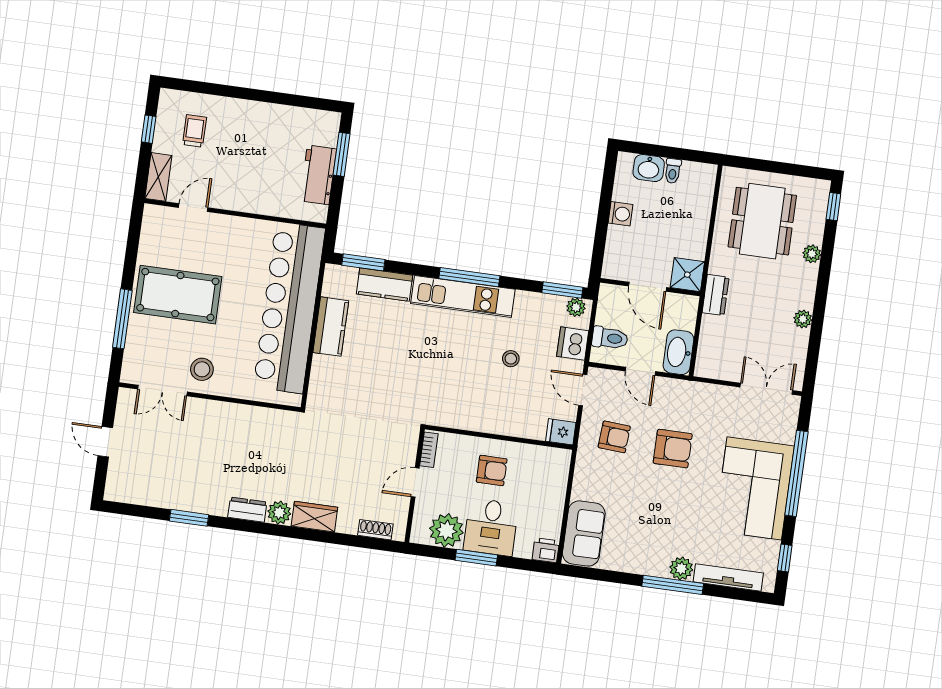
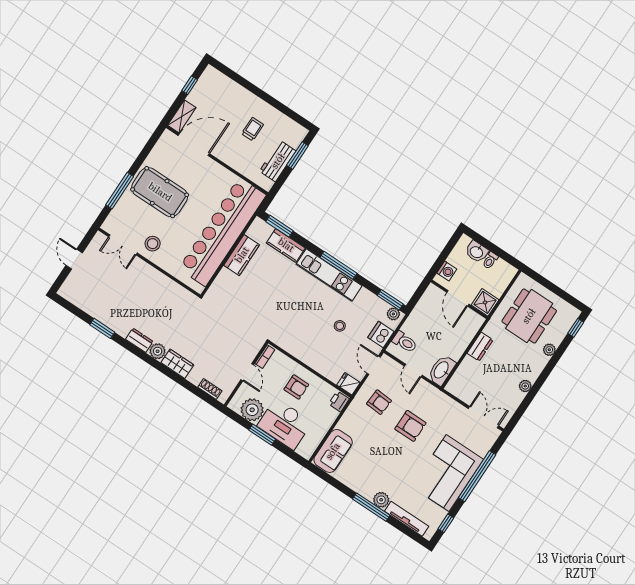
trolley: (194, 131) -> (253, 129), moved
door: (193, 208) -> (194, 145), width x1.87
shower: (687, 275) -> (485, 302), moved
door: (648, 287) -> (458, 298), moved
wall: (650, 287) -> (459, 299), moved
door: (415, 482) -> (247, 372), swing flipped
desk: (491, 527) -> (285, 424), width x1.37
printer: (546, 550) -> (339, 401), moved, turned -90

